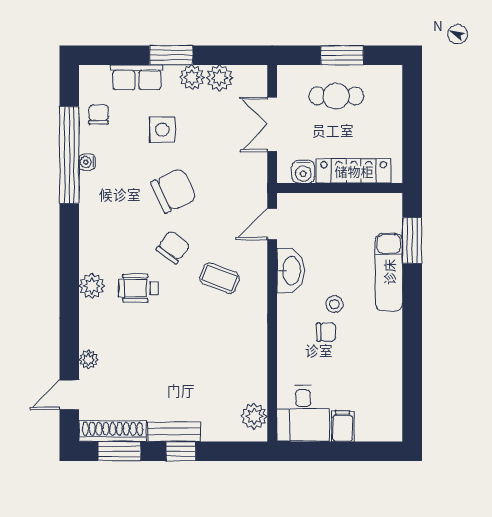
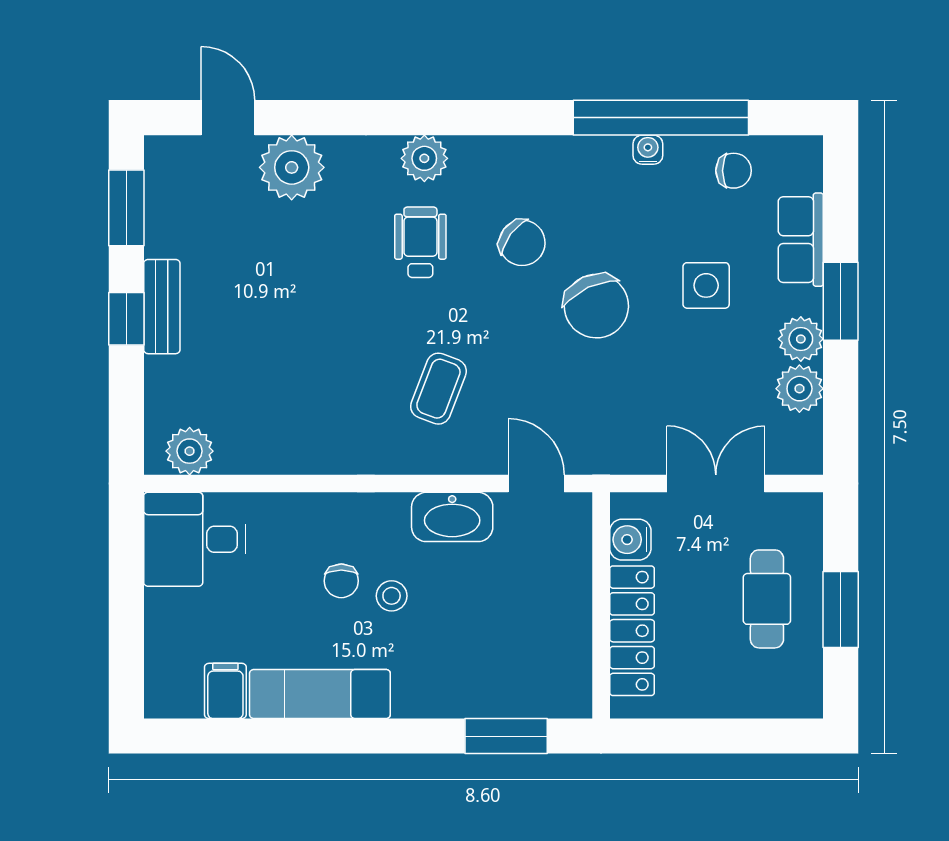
chair: (173, 247) -> (522, 243), moved
exam couch: (389, 272) -> (320, 694), moved
plant: (88, 360) -> (292, 167), width x1.88, depth x1.88
filing cabinet: (343, 426) -> (225, 691), moved, turned -90
shoe rack: (113, 431) -> (162, 196), removed

